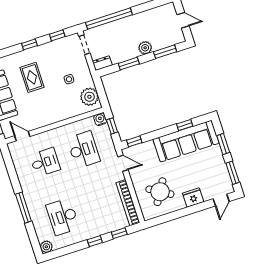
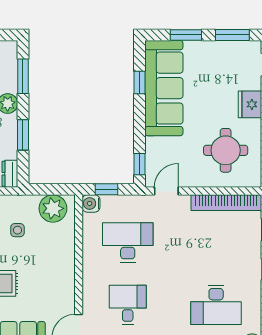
round table: (160, 192) -> (226, 150), turned -31

